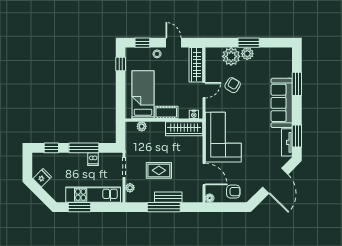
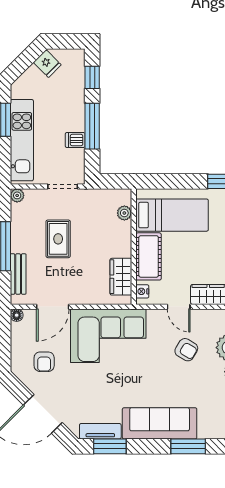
cot: (166, 112) -> (149, 256), width x1.37, depth x1.34
wardrobe: (184, 129) -> (121, 277), width x0.67
plant: (130, 188) -> (17, 195), moved
armchair: (233, 192) -> (44, 362), moved
bench: (168, 197) -> (18, 274), moved

